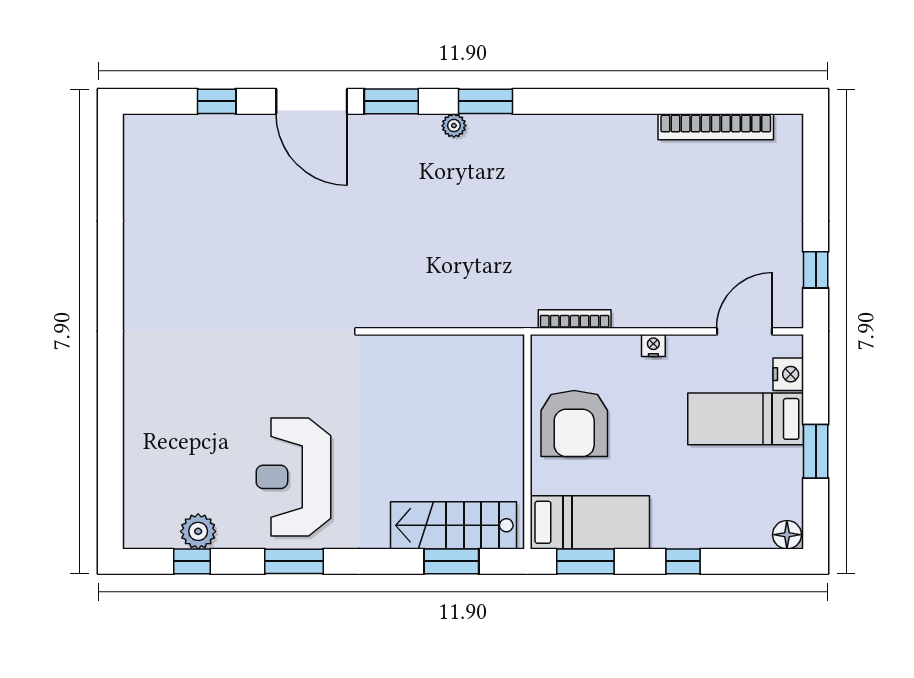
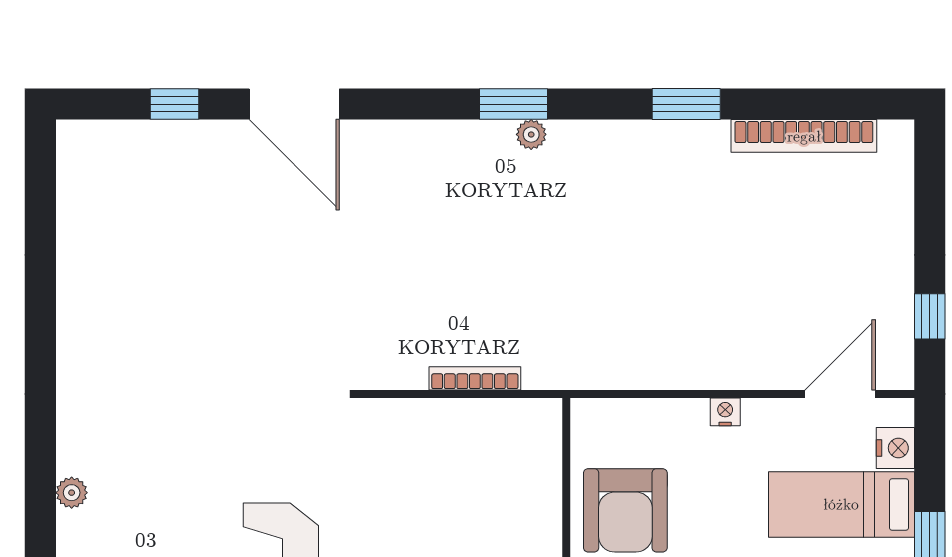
window: (391, 101) -> (686, 104), moved
plant: (454, 126) -> (531, 134), moved
bookcase: (575, 319) -> (475, 378), moved
plant: (135, 410) -> (72, 493), added

